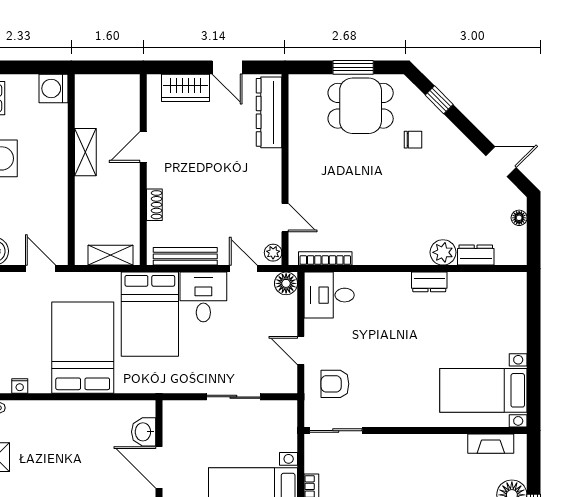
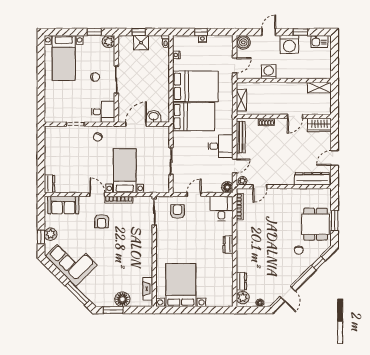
washing machine: (54, 88) -> (269, 72), moved
wardrobe: (185, 88) -> (319, 125), moved, turned -90
door: (143, 147) -> (295, 116), swing flipped
shelving: (85, 152) -> (319, 88), moved
plant: (443, 252) -> (243, 298), moved
dresser: (429, 282) -> (228, 245), moved
bed: (150, 314) -> (194, 117), moved, turned 180
bed with nightstands: (483, 390) -> (181, 285), width x1.36

